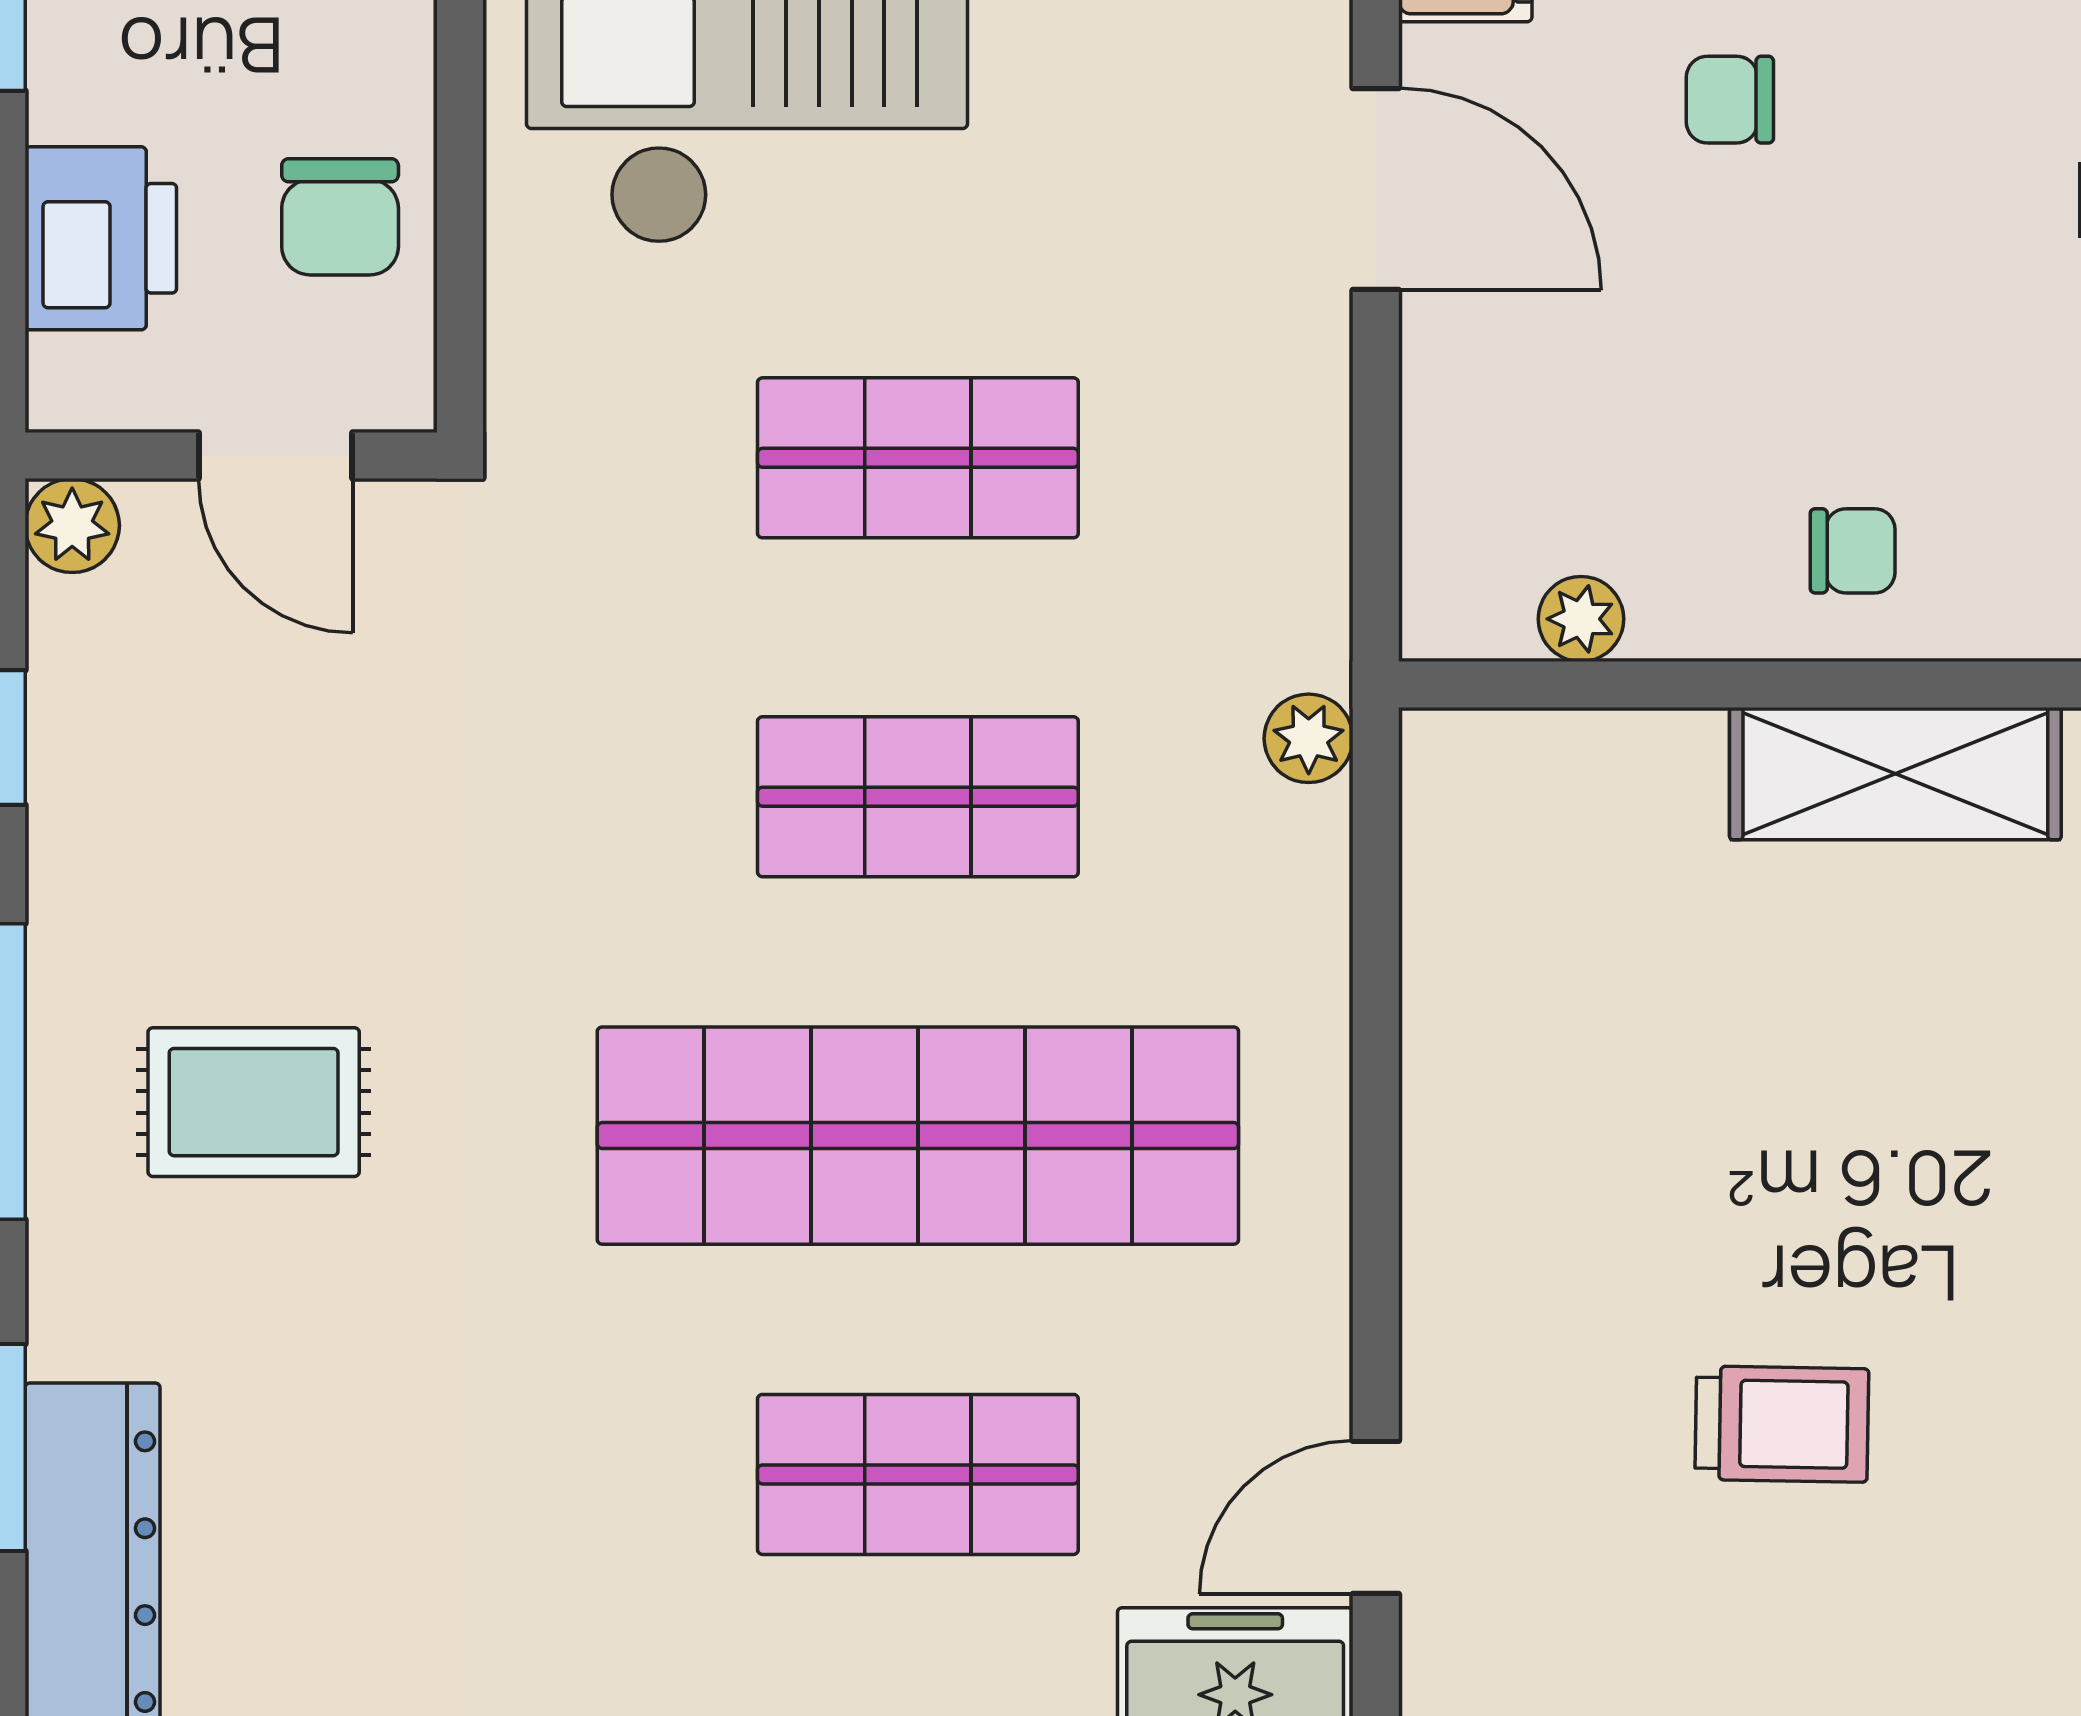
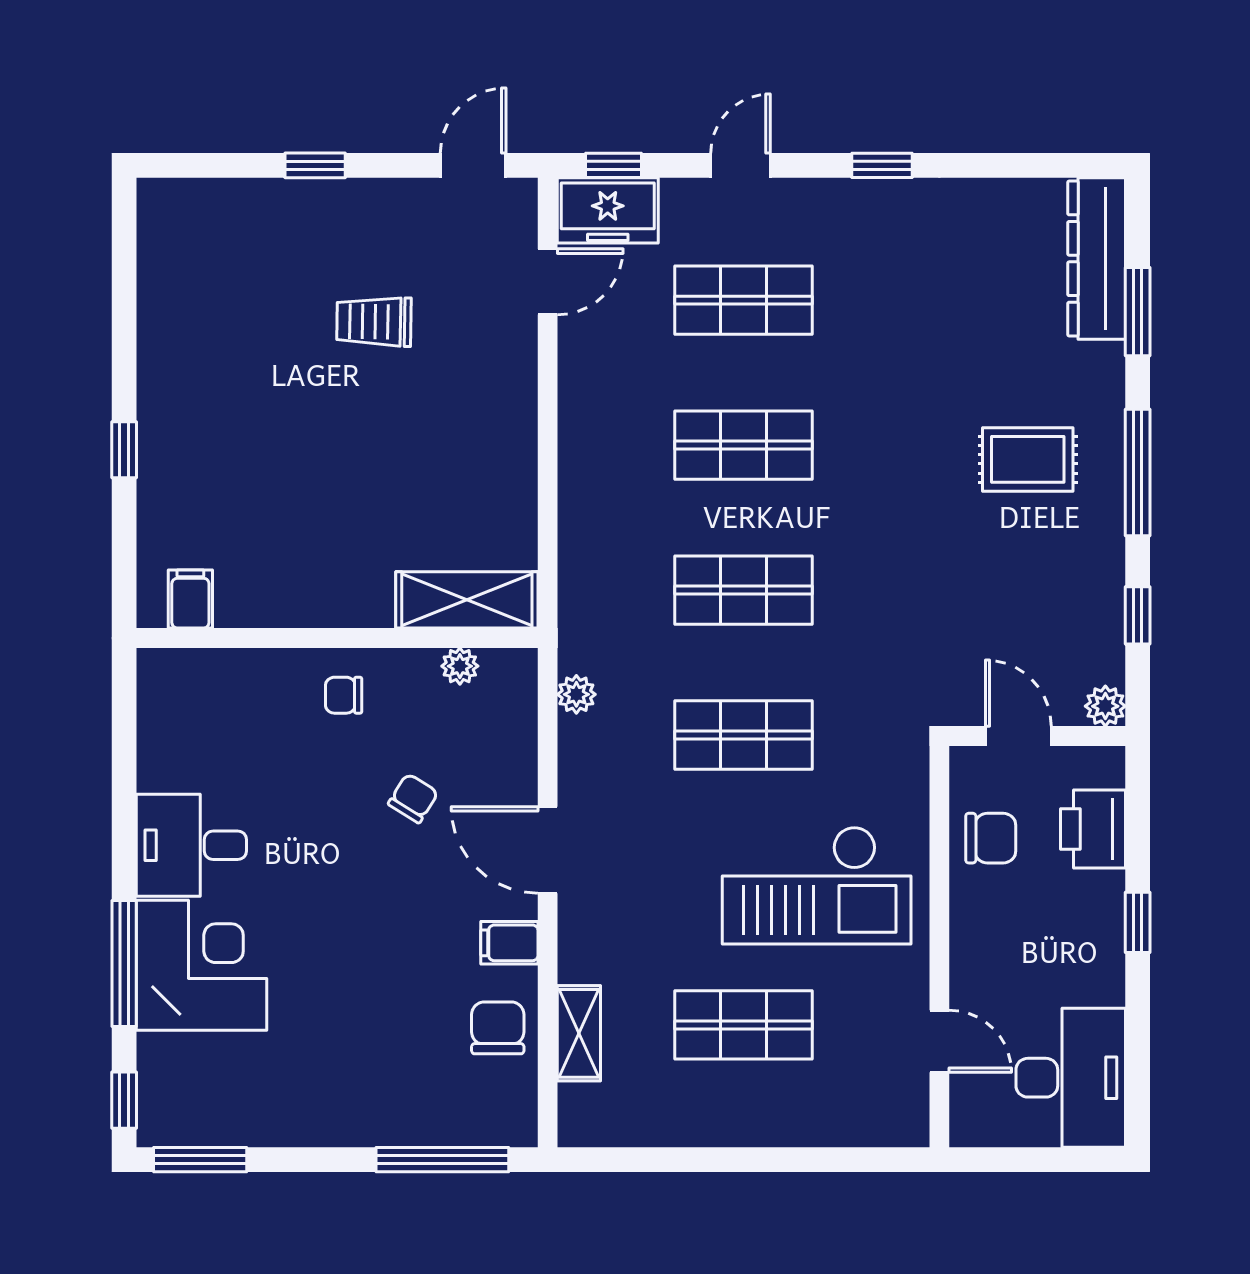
chair: (1730, 100) -> (413, 798), moved, turned -58
chair: (340, 217) -> (991, 838), turned 90
plant: (1309, 738) -> (576, 694), moved
shelving: (1895, 774) -> (467, 600), moved
shop shelf: (918, 1136) -> (743, 445), width x0.50, depth x0.74

